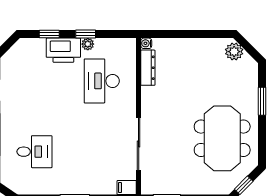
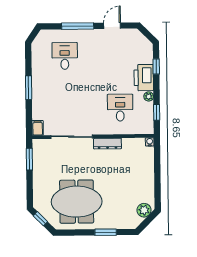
window: (86, 34) -> (157, 112), moved
dresser: (148, 68) -> (107, 144), moved
desk: (102, 81) -> (120, 108), width x0.73
desk: (34, 152) -> (65, 56), turned 180

